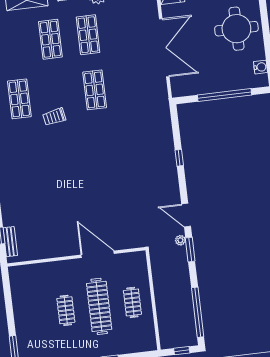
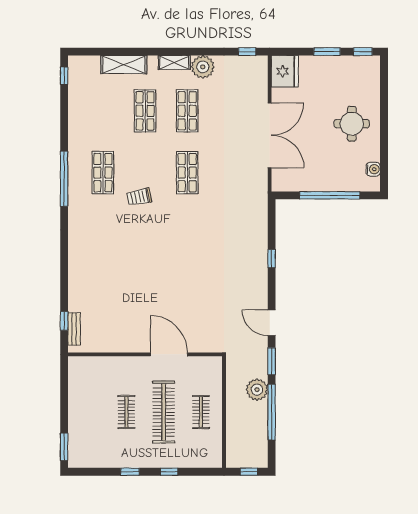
round table: (236, 29) -> (352, 124), width x0.73, depth x0.73
plant: (180, 240) -> (257, 390), moved, width x1.87, depth x1.87
window: (198, 312) -> (272, 412), moved

